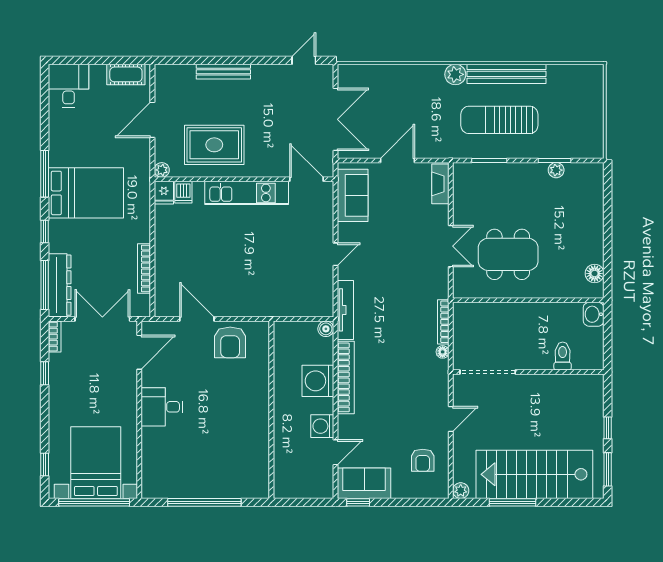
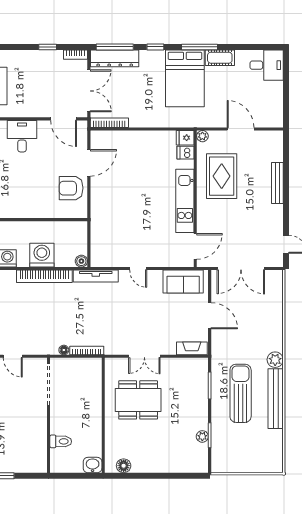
cot: (126, 74) -> (220, 58), moved, turned 90
dining table: (508, 254) -> (138, 400), turned 90
bookcase: (144, 268) -> (109, 123), moved

